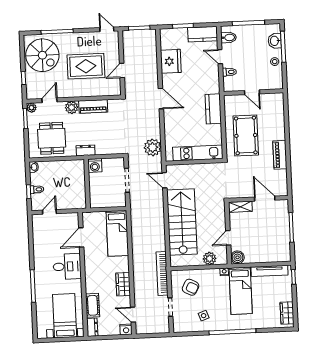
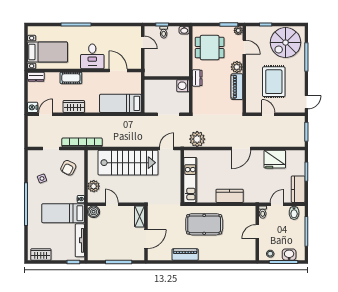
door: (252, 92) -> (257, 232), moved
wall: (253, 92) -> (257, 233), moved
cot: (93, 305) -> (71, 78), moved

